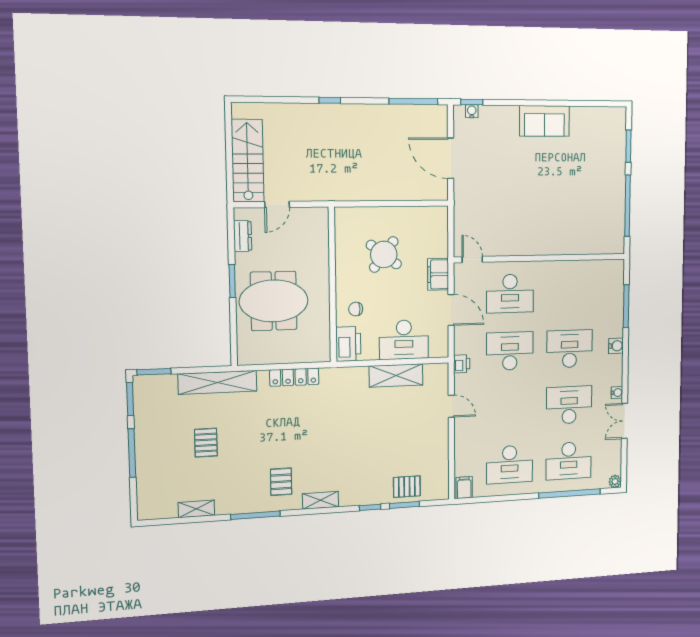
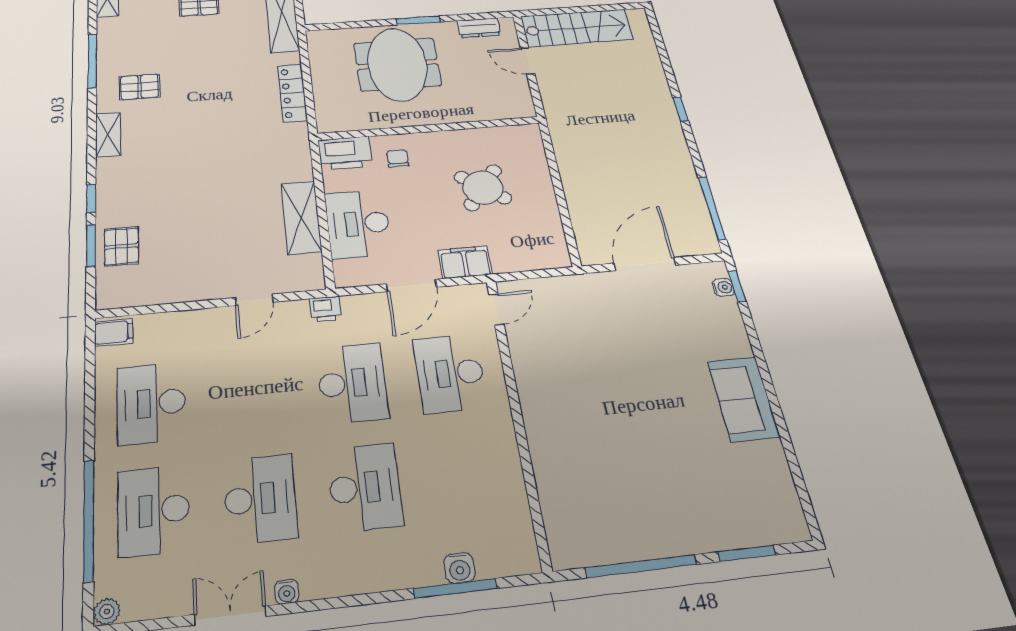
water cooler: (616, 346) -> (459, 568), moved

